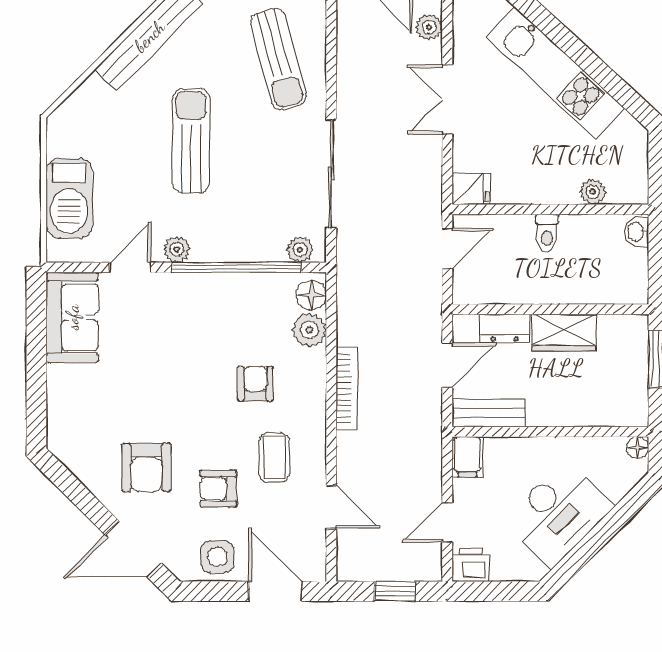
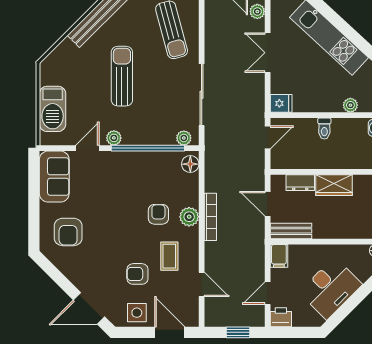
plant: (309, 330) -> (189, 217), moved
door: (447, 365) -> (268, 204), swing flipped
armchair: (146, 467) -> (68, 232), moved

